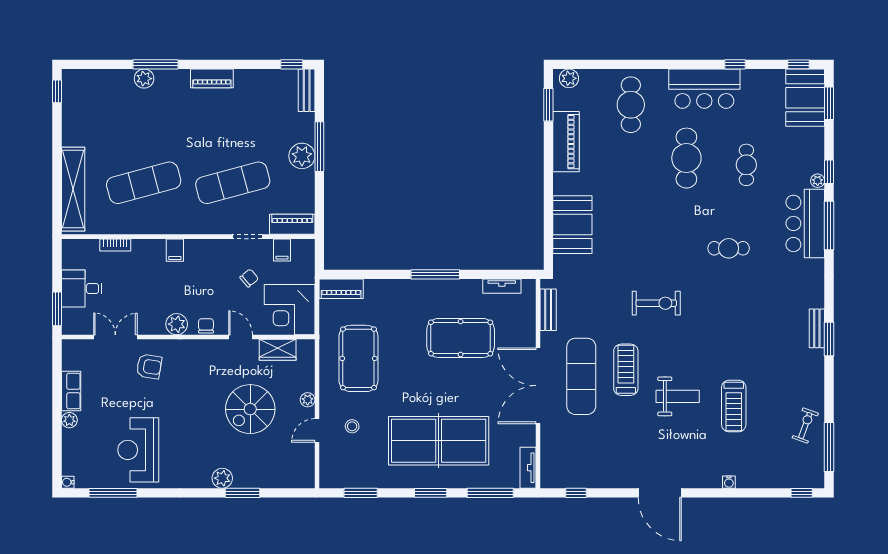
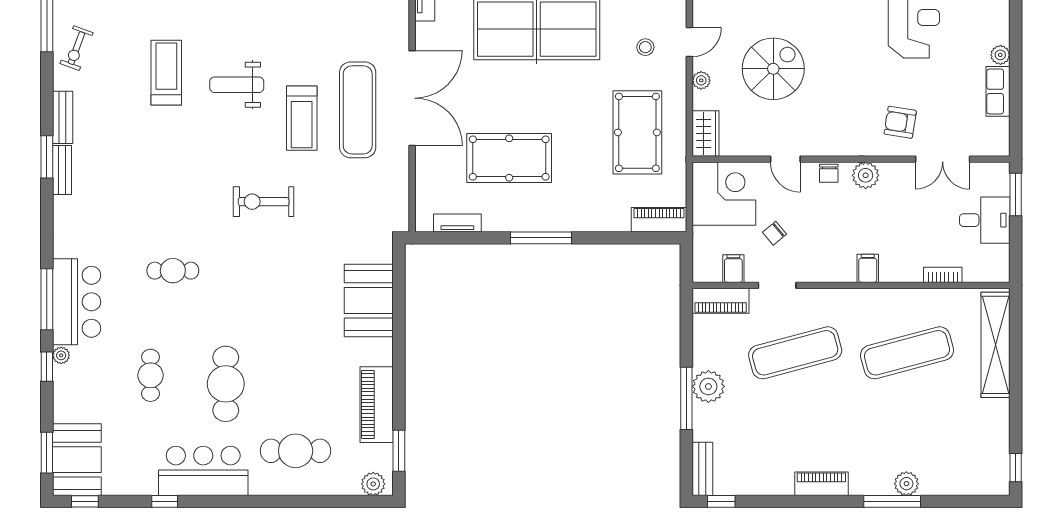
cafe table: (631, 105) -> (296, 451), turned 90
bench: (548, 310) -> (63, 117), moved
wardrobe: (278, 350) -> (706, 133), moved, turned 90

